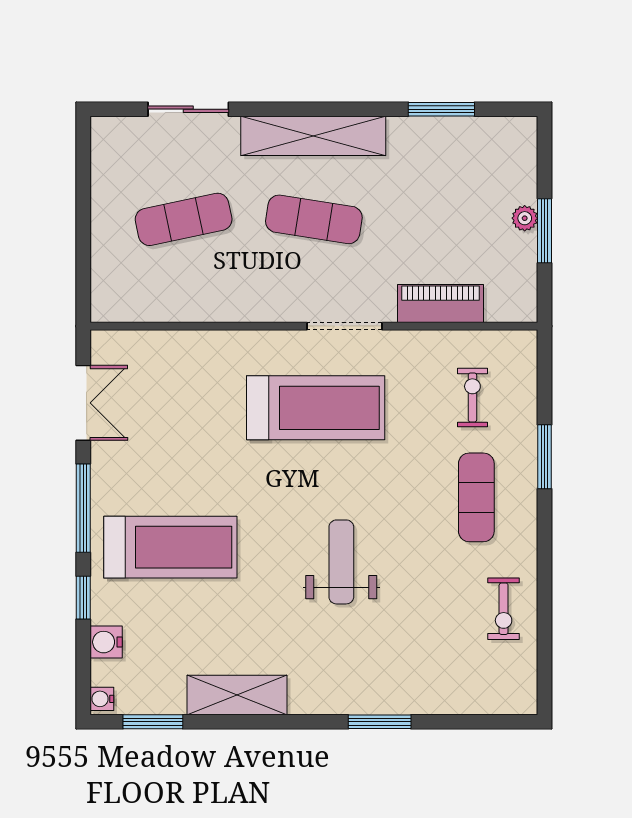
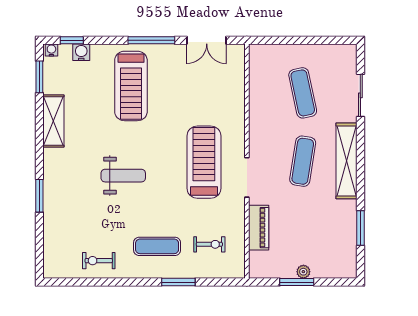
treadmill: (316, 408) -> (204, 162), turned 180
window: (83, 598) -> (72, 40), moved

